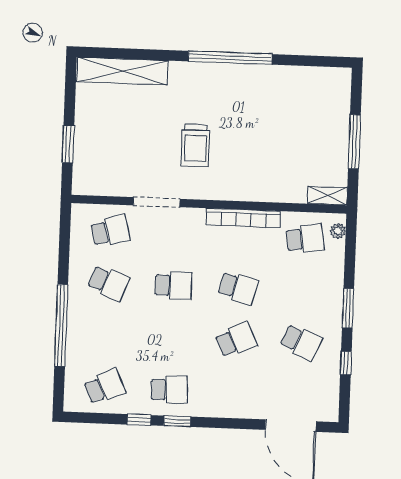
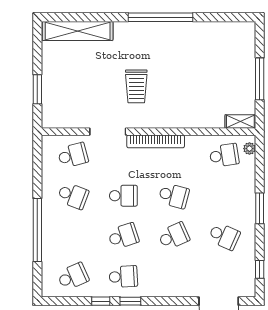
bookcase: (243, 218) -> (156, 141), moved
school desk: (171, 337) -> (123, 236), added
window: (346, 363) -> (260, 269), moved

